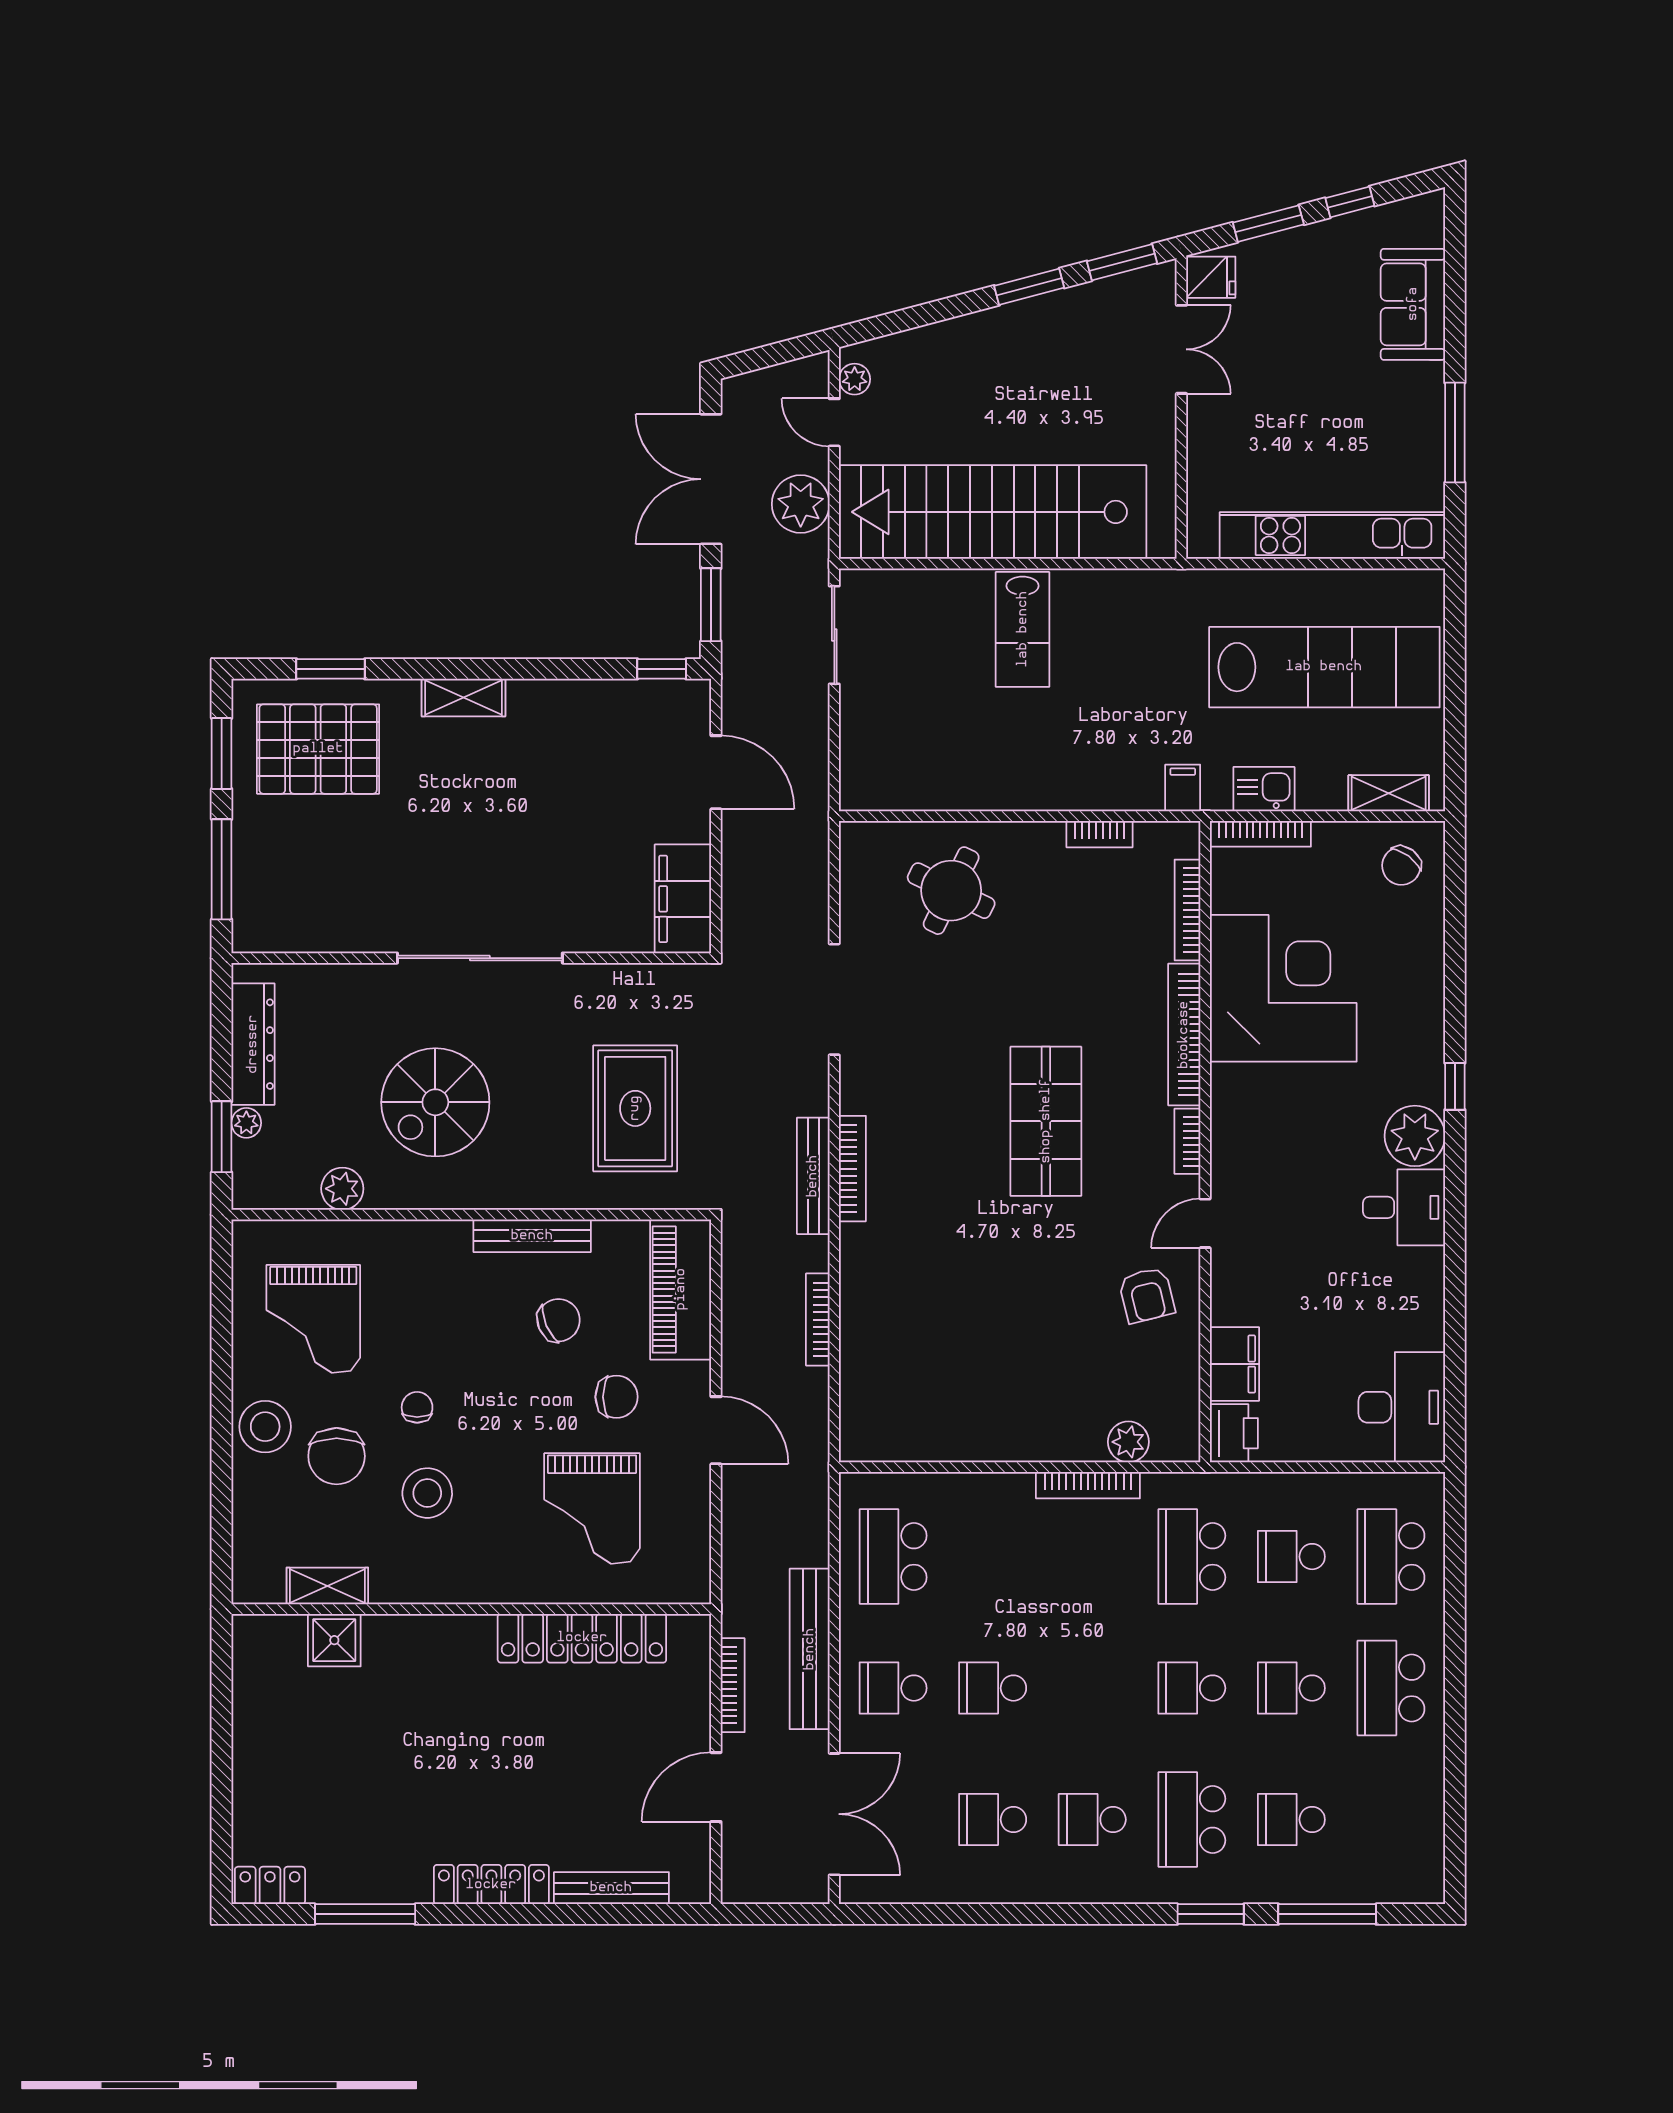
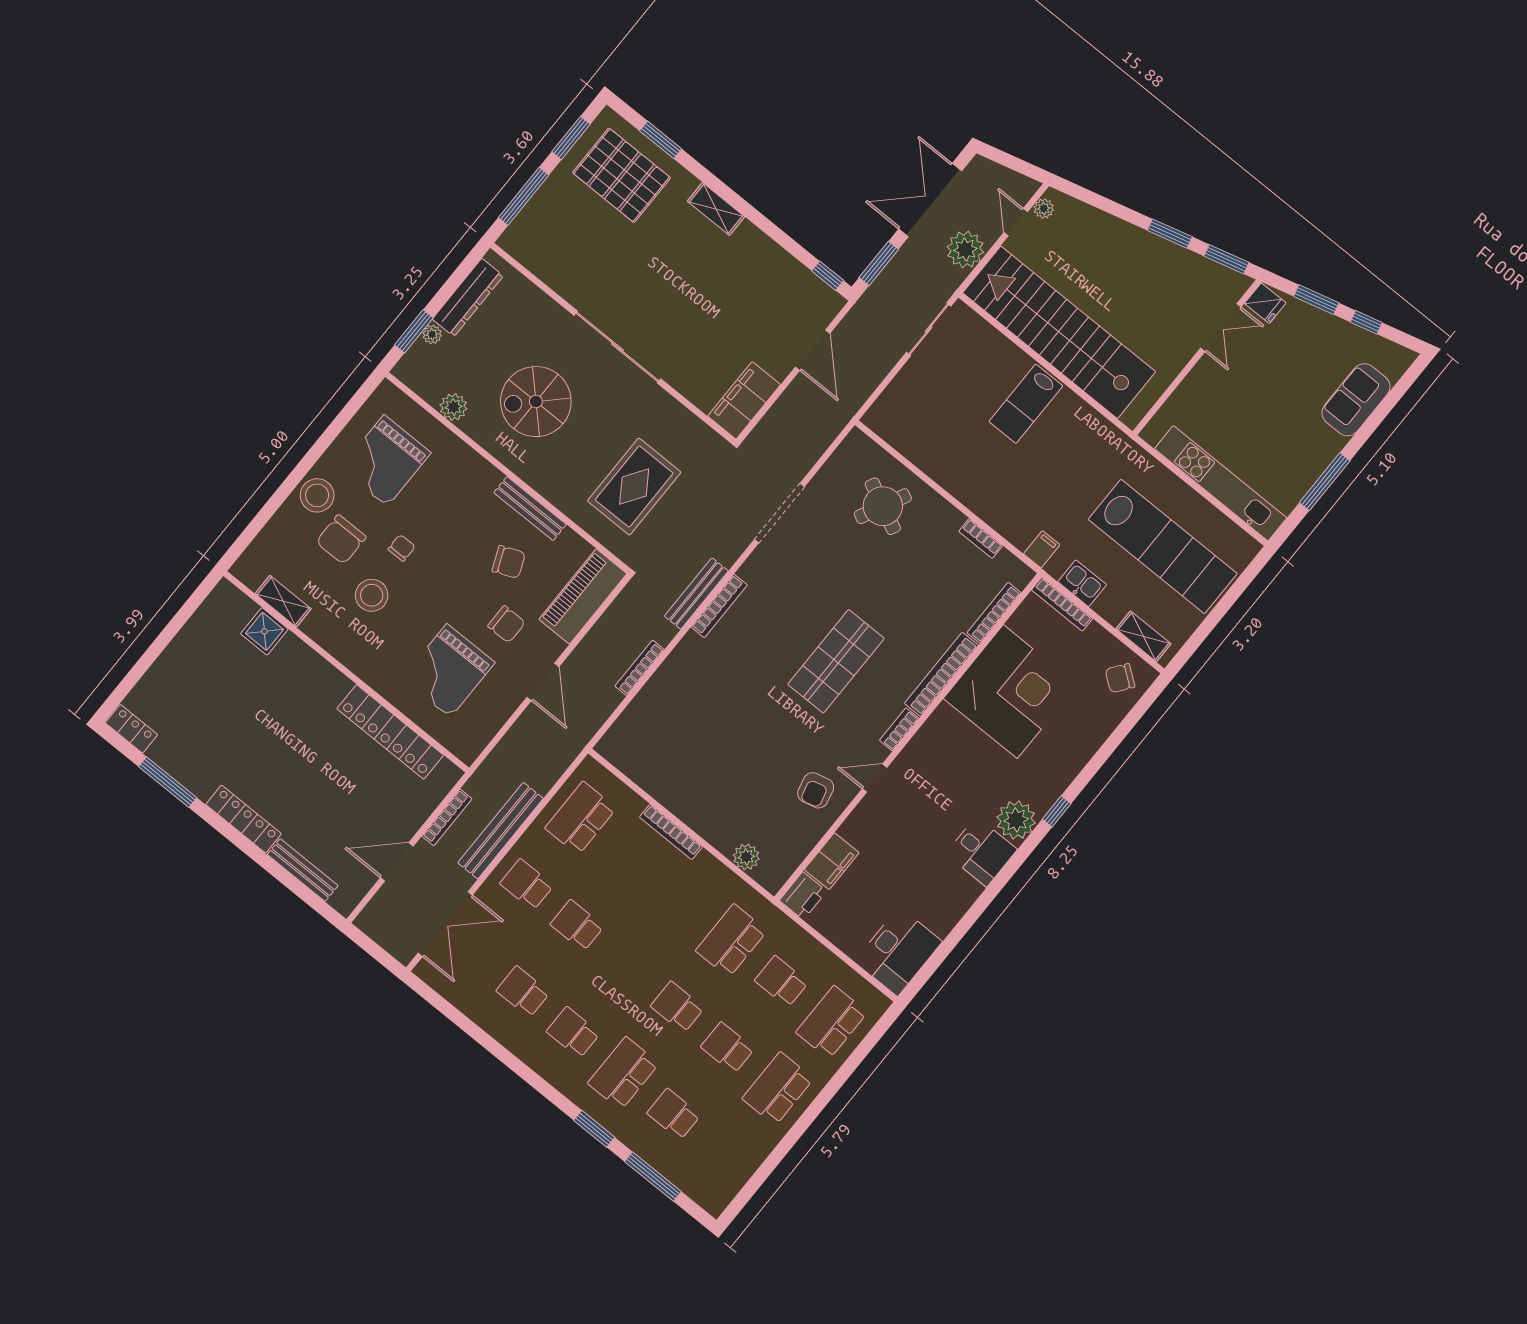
bookcase: (1088, 1485) -> (671, 832), moved

